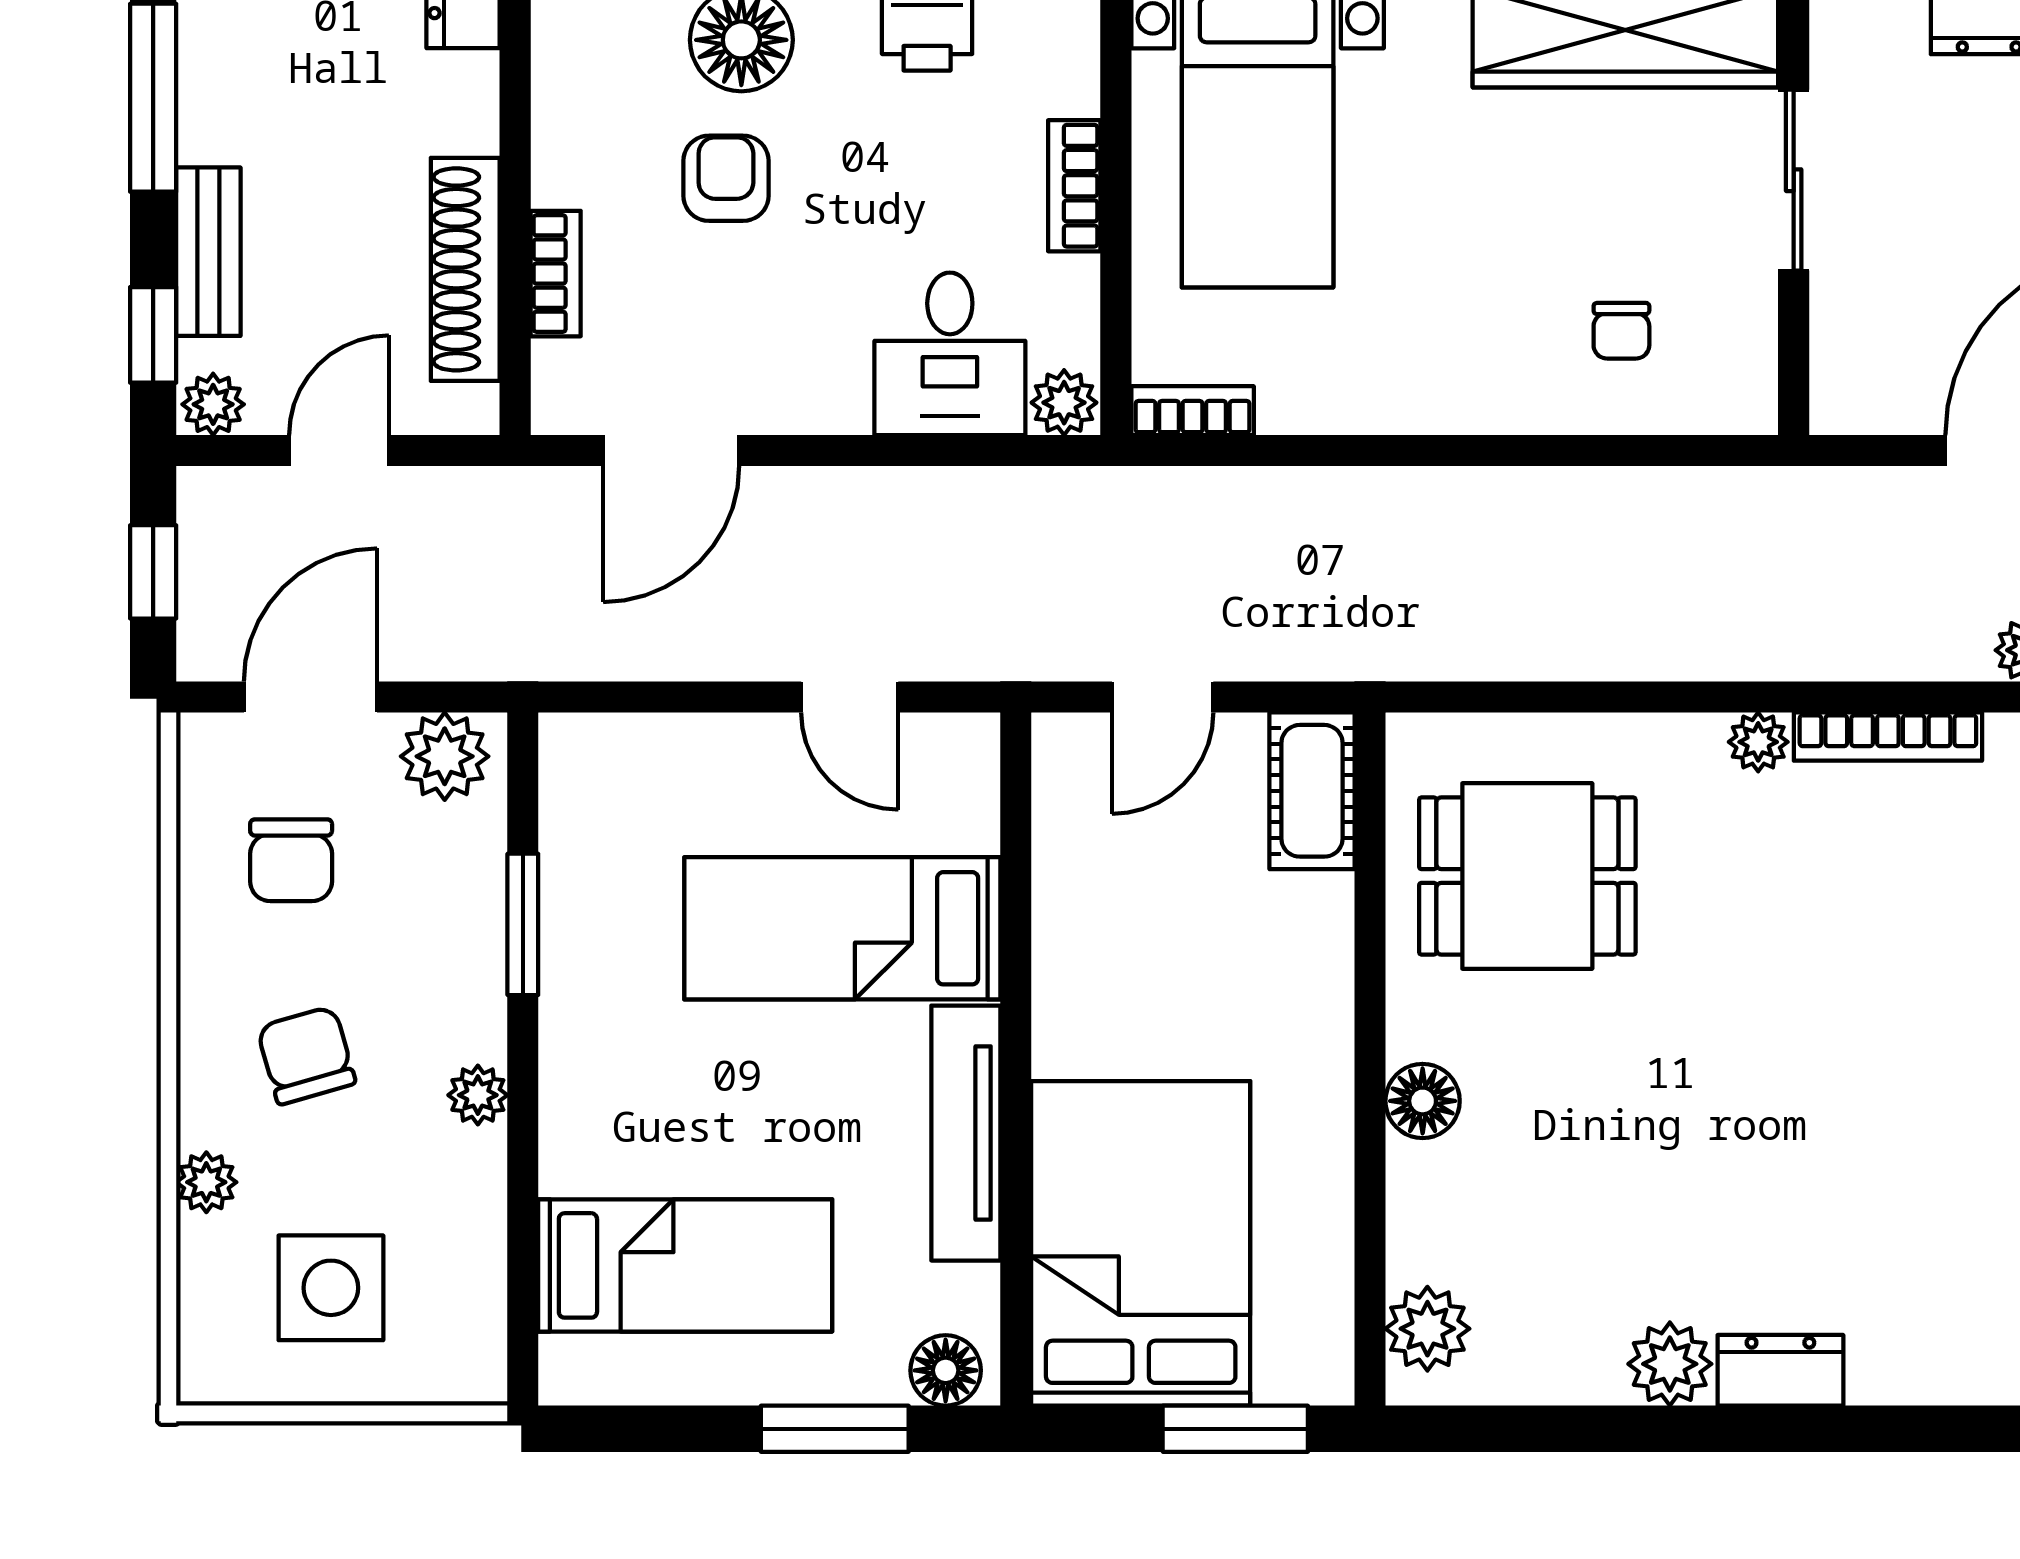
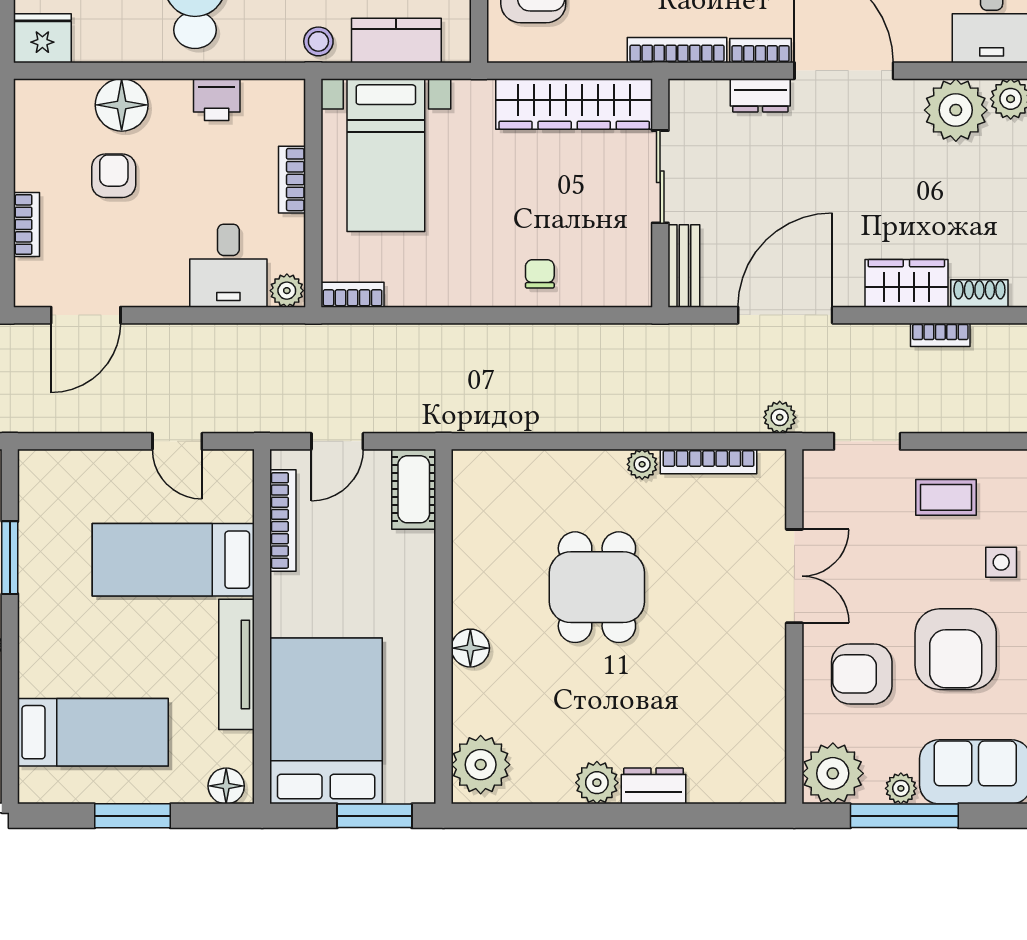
chair: (1621, 331) -> (540, 274), moved, turned 180
bench: (1840, 355) -> (684, 266), added
bookcase: (1057, 852) -> (283, 520), added
dining table: (1527, 876) -> (597, 587), moved, turned 90
plant: (1427, 1329) -> (481, 765), width x1.36, depth x1.36
window: (835, 1429) -> (133, 816), moved

